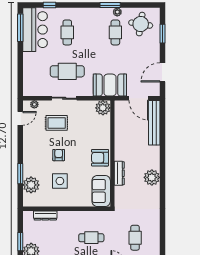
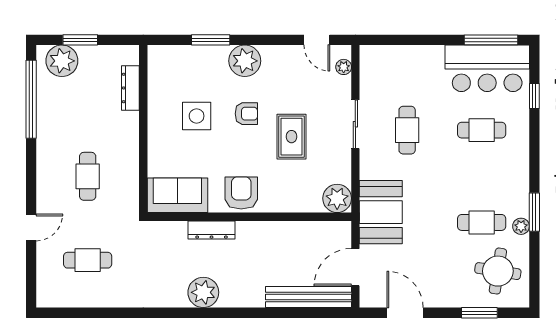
cafe table: (67, 71) -> (407, 130), width x0.73, depth x0.74
rug: (57, 123) -> (292, 137), moved
plant: (31, 185) -> (245, 61), moved

